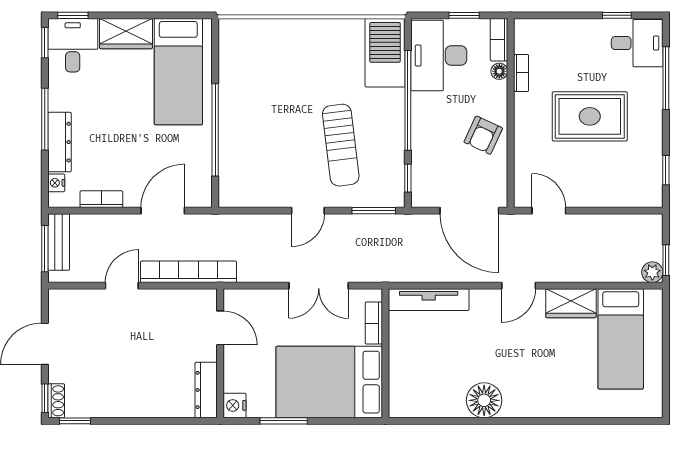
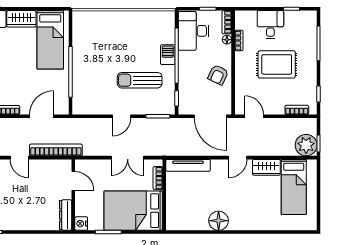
desk: (637, 43) -> (270, 25), moved, turned -90
barbecue: (385, 53) -> (168, 55), moved, width x0.53, depth x0.65
sun lounger: (341, 145) -> (140, 80), turned 97
bookcase: (626, 199) -> (297, 110), added
plant: (652, 272) -> (306, 145), width x1.87, depth x1.87
door: (122, 286) -> (19, 158), swing flipped

